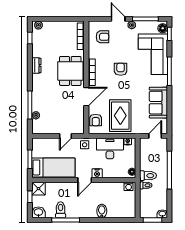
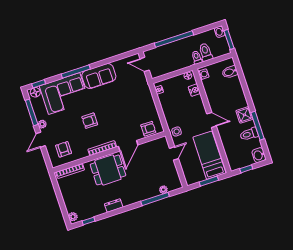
door: (86, 97) -> (128, 146), swing flipped
sofa: (158, 103) -> (99, 76), moved
rug: (120, 116) -> (136, 106), removed
door: (65, 136) -> (174, 153), hinge flipped
desk: (110, 148) -> (172, 105), removed
nightstand: (97, 173) -> (194, 90), moved
toilet: (148, 176) -> (206, 52), moved
shower: (38, 189) -> (244, 115), moved
bidet: (102, 211) -> (230, 72), moved

